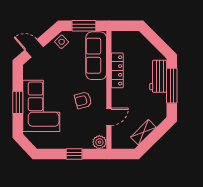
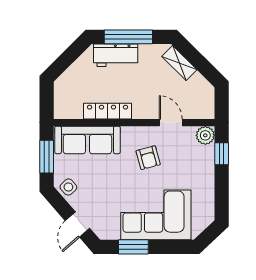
window: (18, 102) -> (133, 247), moved
shelving: (143, 132) -> (179, 63), moved
window: (74, 154) -> (222, 154), moved

